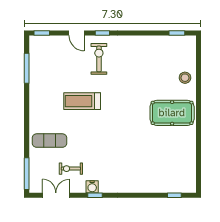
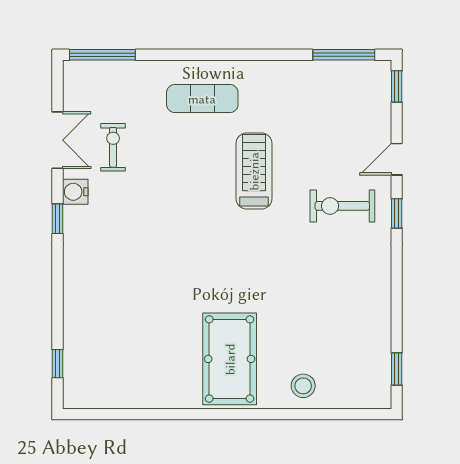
exercise bike: (99, 59) -> (342, 206), turned 180
window: (27, 68) -> (344, 55), moved
exercise mat: (49, 141) -> (202, 99), moved, turned 90
double door: (56, 195) -> (57, 140), moved
window: (95, 195) -> (57, 219), moved

